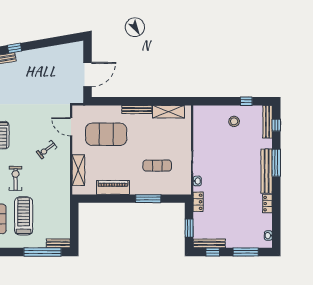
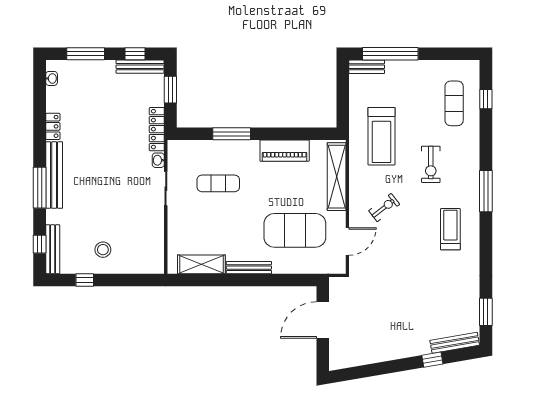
door: (71, 127) -> (347, 242), hinge flipped
shelving: (78, 170) -> (337, 177), width x1.47
locker: (198, 202) -> (157, 129), width x1.53
treadmill: (24, 216) -> (381, 136), moved

